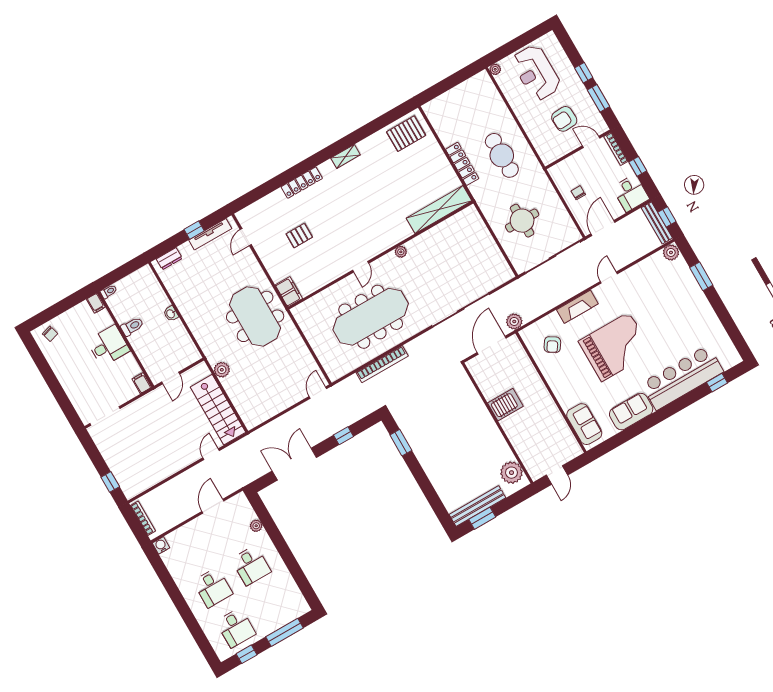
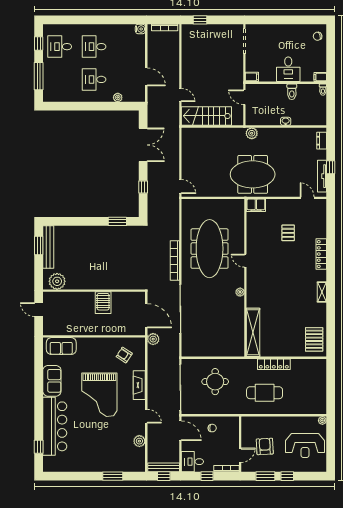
reception desk: (536, 73) -> (305, 445), turned 180
plant: (671, 252) -> (139, 441), moved
bookcase: (382, 364) -> (175, 260), moved
plant: (222, 370) -> (252, 133), moved

